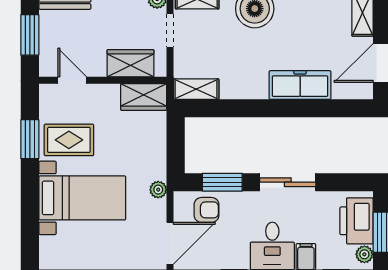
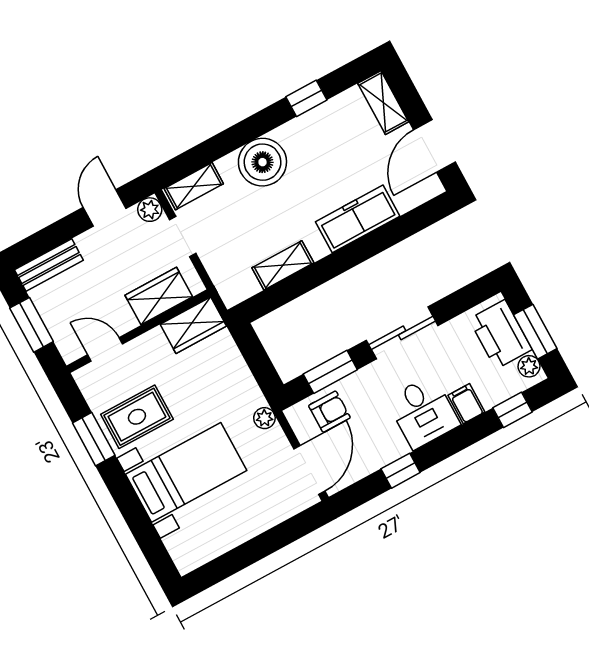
shelving: (196, 89) -> (283, 265), moved

